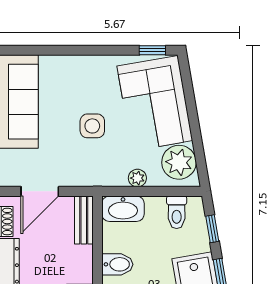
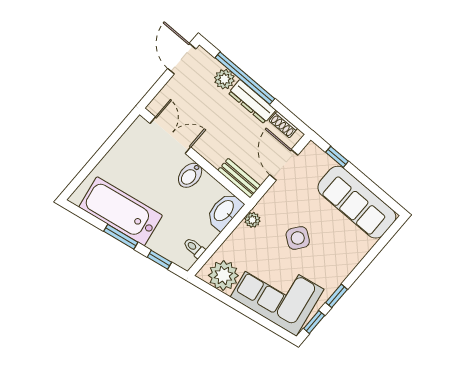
window: (114, 50) -> (336, 296), added
side table: (92, 126) -> (298, 238), turned 37
plant: (137, 178) -> (252, 220), moved
toilet: (177, 212) -> (194, 248), width x0.73, depth x0.72

